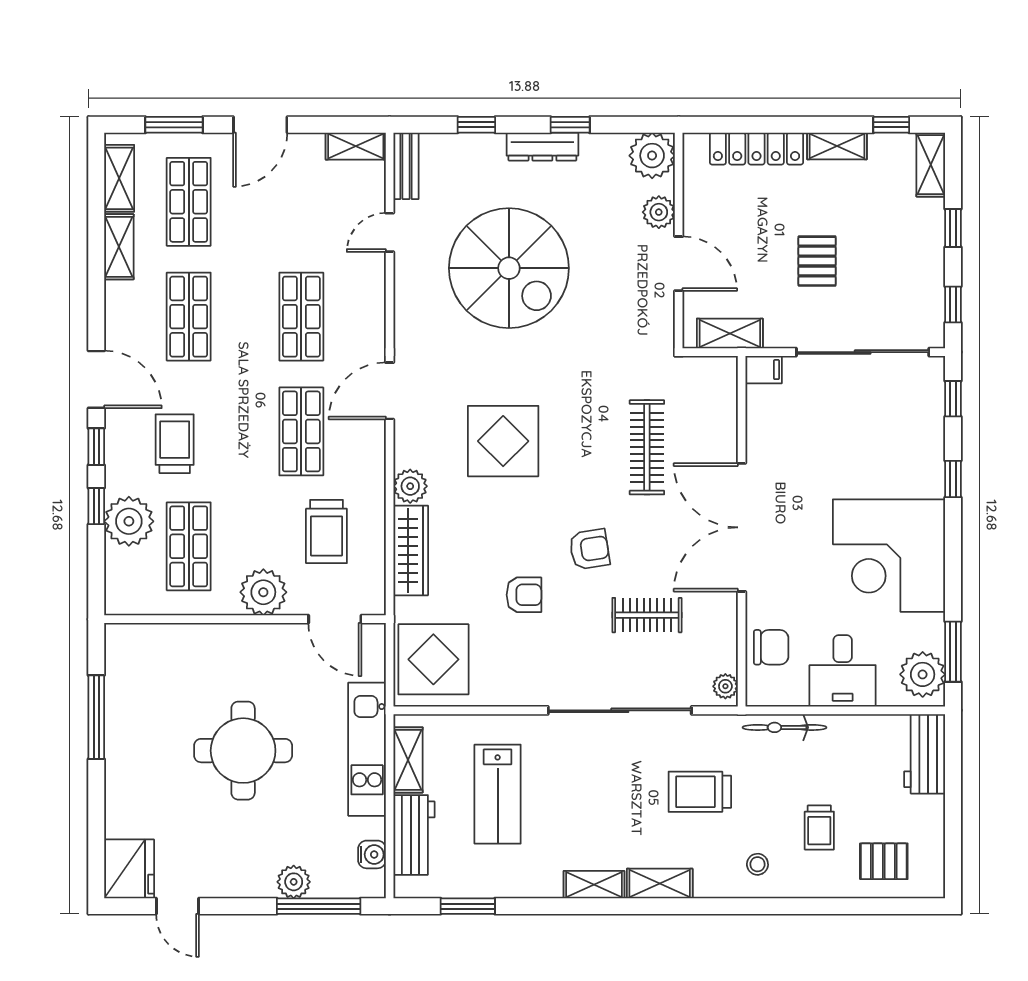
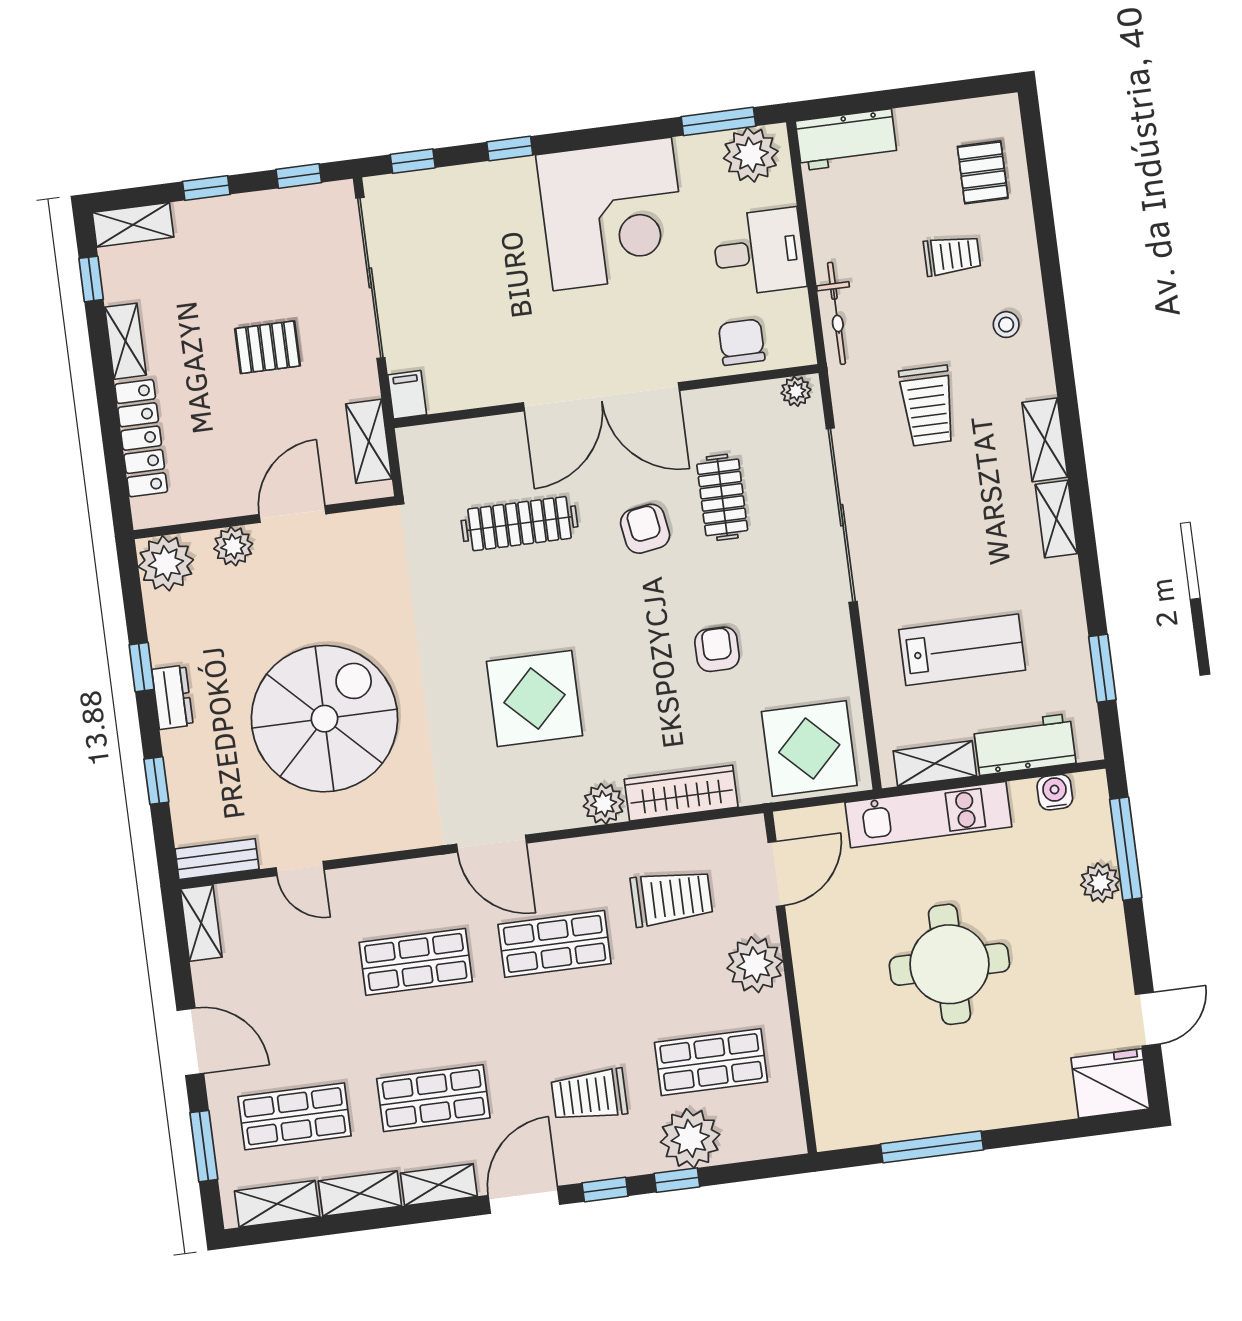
dresser: (542, 147) -> (172, 697), width x0.70
shelving: (118, 312) -> (439, 1185), added
armchair: (589, 549) -> (645, 529), moved

